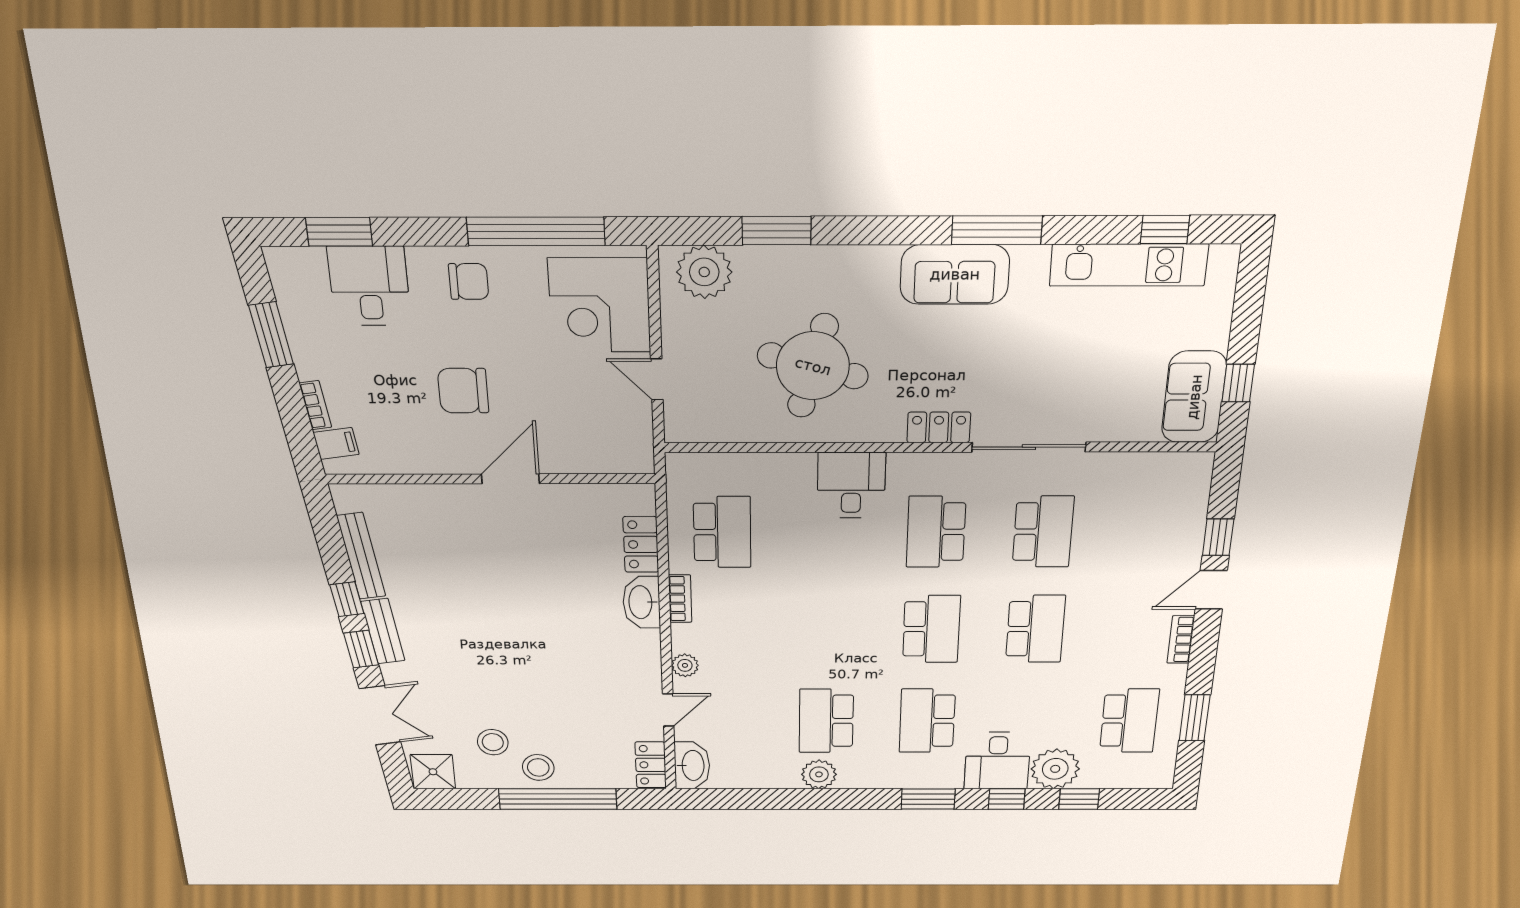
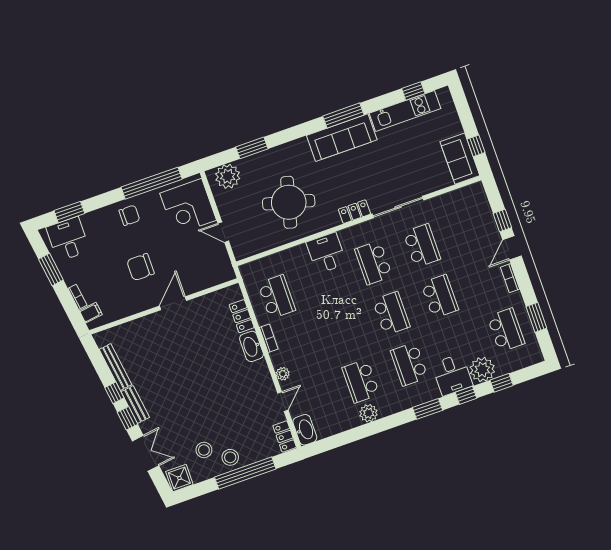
sofa: (955, 274) -> (342, 138), width x1.36
desk: (369, 286) -> (68, 239), moved

